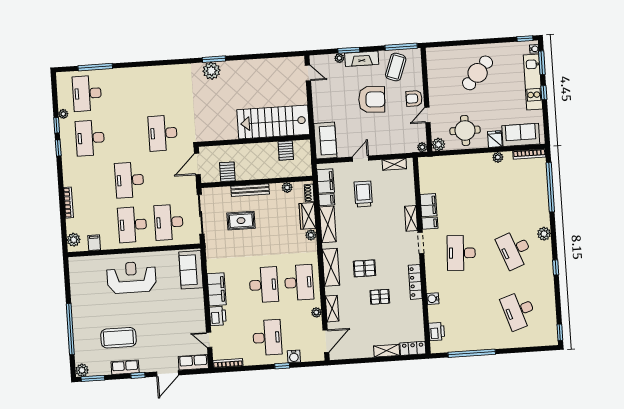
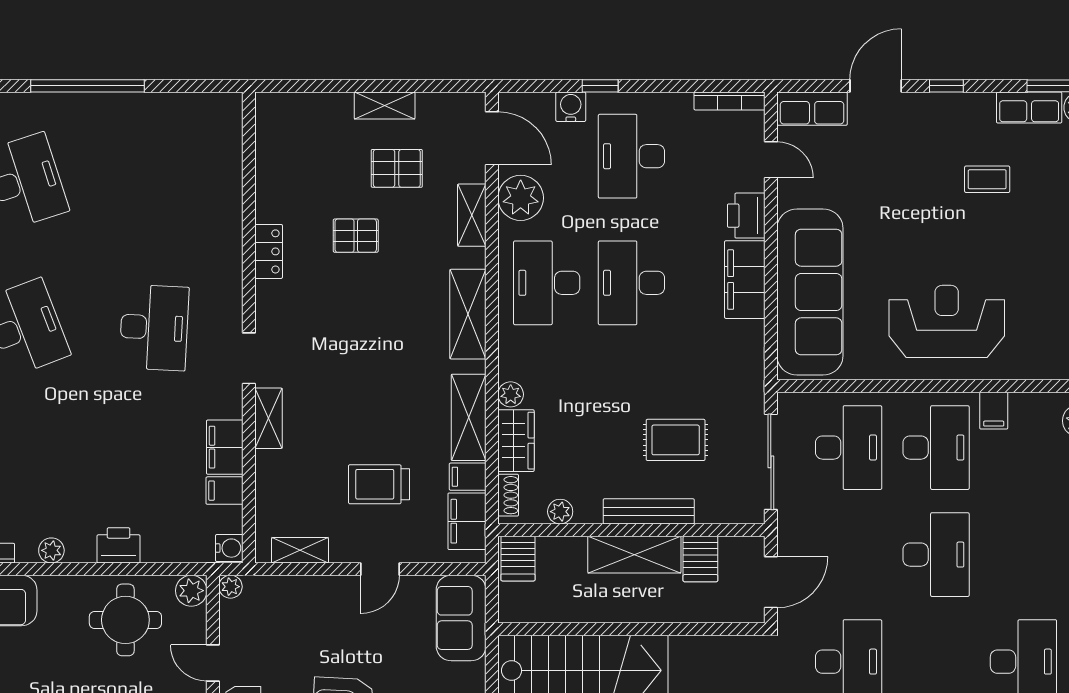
door: (427, 115) -> (213, 663), swing flipped
fridge: (495, 139) -> (56, 594), removed
server rack: (286, 150) -> (518, 559), moved, turned 180
shelving: (255, 172) -> (634, 555), added
trolley: (363, 194) -> (379, 484), turned 90
filing cabinet: (430, 223) -> (224, 491), moved
filing cabinet: (94, 243) -> (994, 411), moved
pallet: (365, 268) -> (397, 168), moved
sofa: (191, 270) -> (810, 292), width x1.85, depth x1.27
reception desk: (131, 277) -> (947, 321), turned 180
locker: (415, 282) -> (269, 251), width x0.66
water cooler: (433, 299) -> (229, 548), moved
plant: (316, 312) -> (521, 198), width x1.88, depth x1.88
printer: (437, 332) -> (119, 545), moved, turned 90
coffee table: (118, 338) -> (987, 179), width x0.54, depth x0.58
door: (326, 341) -> (492, 138), swing flipped
locker: (413, 348) -> (285, 107), removed
shelving: (387, 351) -> (385, 106), moved
window: (472, 353) -> (87, 86), moved
row of seats: (125, 367) -> (1029, 108), moved

